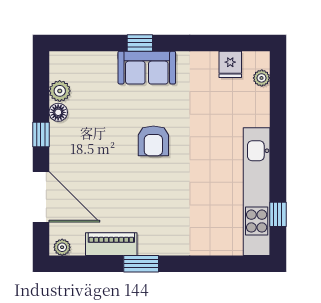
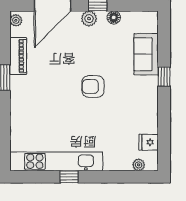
sofa: (147, 68) -> (146, 54), moved
plant: (60, 91) -> (89, 19), moved
window: (278, 214) -> (69, 177), moved

